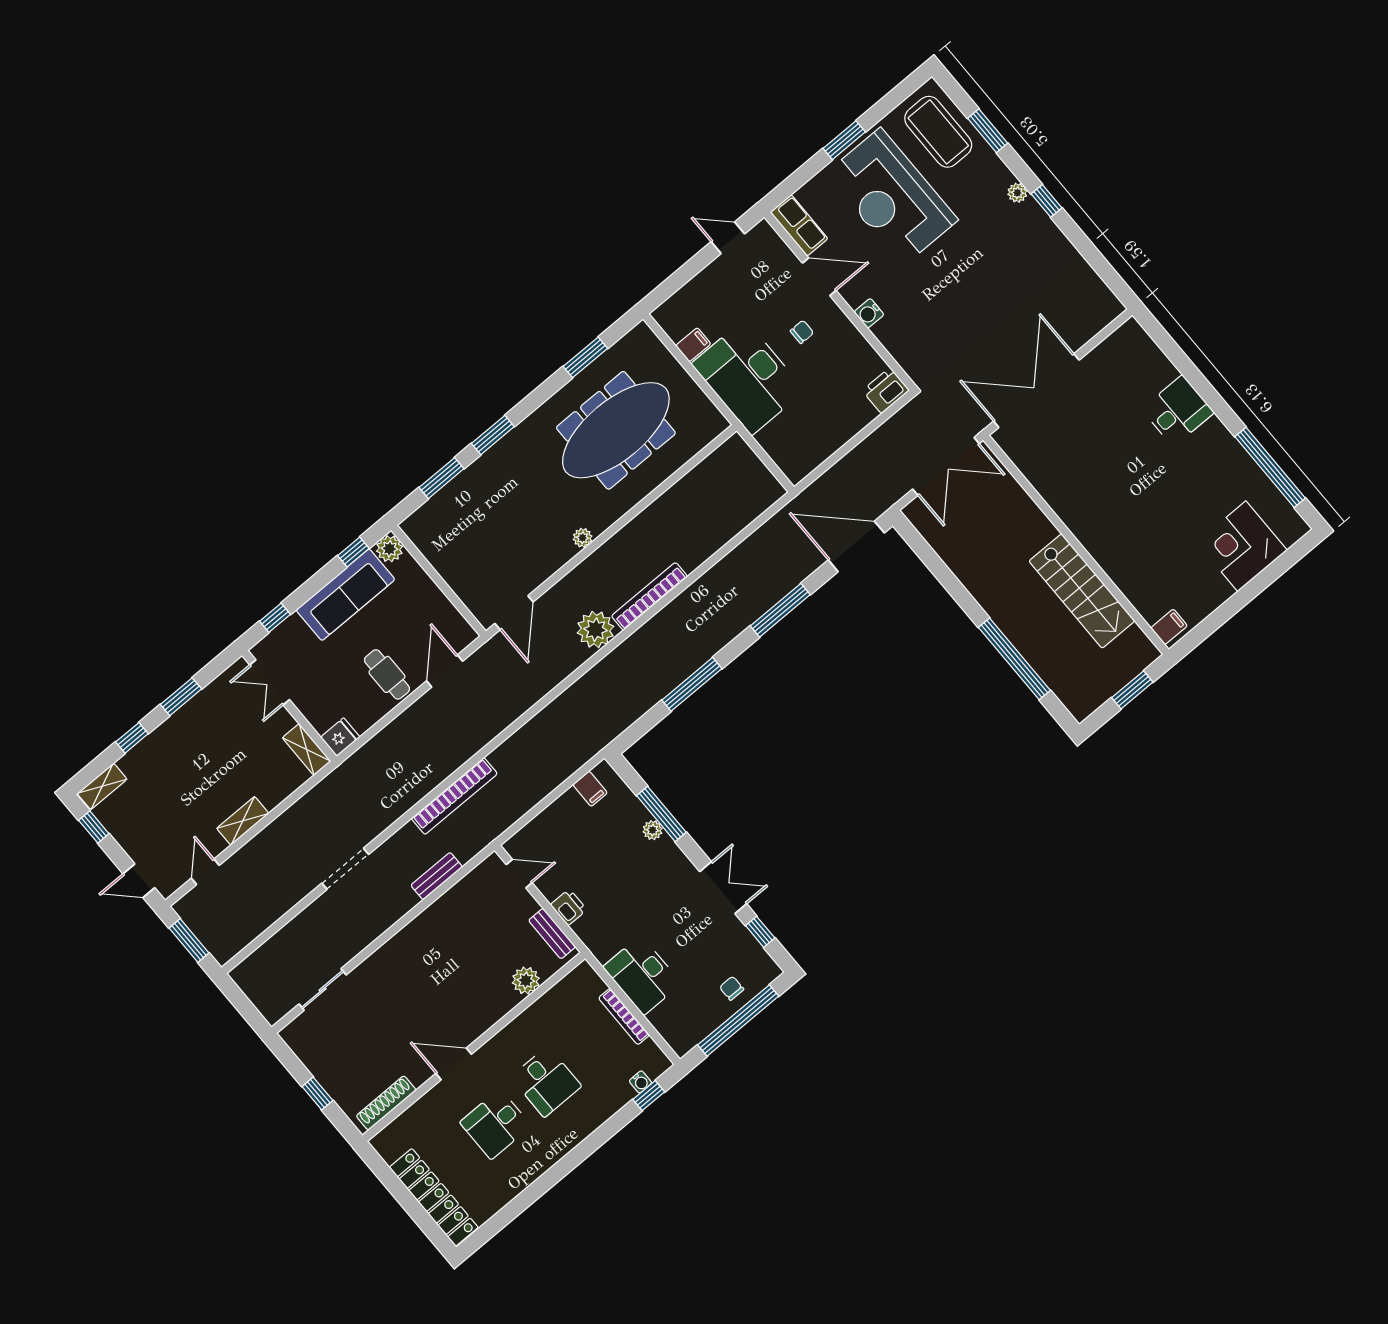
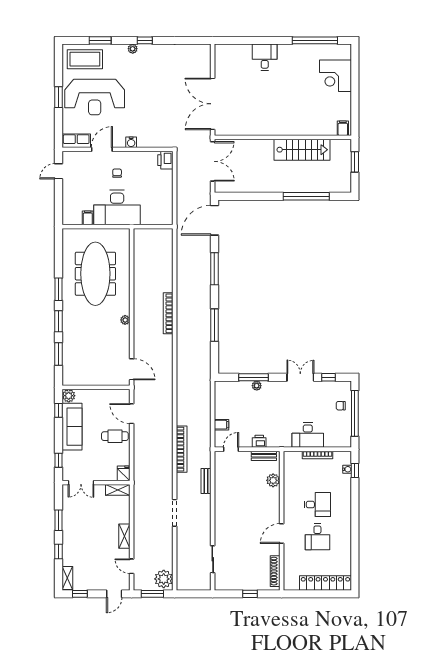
window: (585, 357) -> (58, 289), moved
plant: (595, 630) -> (164, 579), moved
filing cabinet: (590, 789) -> (222, 425), moved

